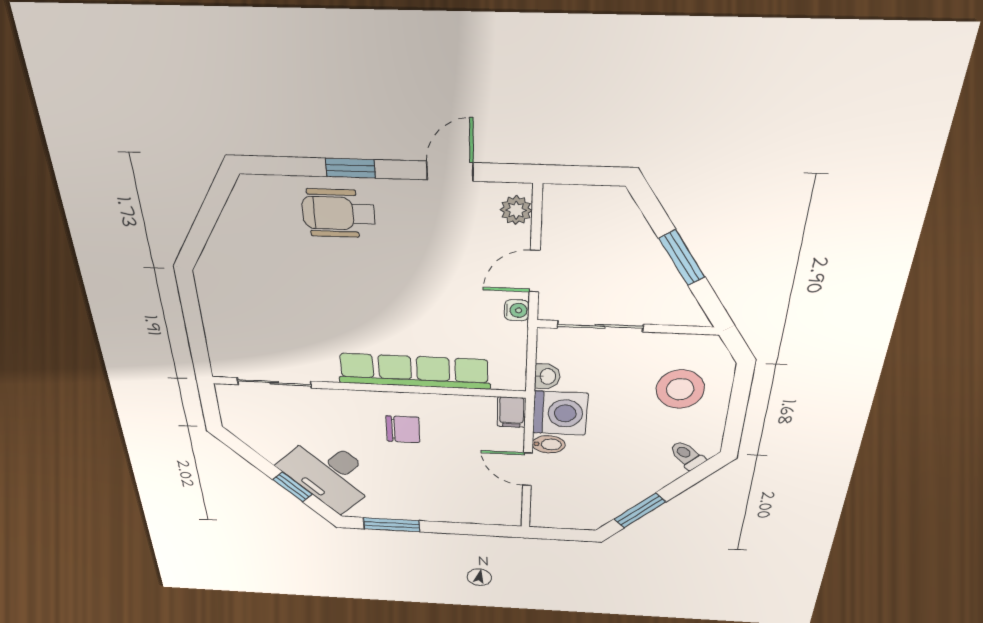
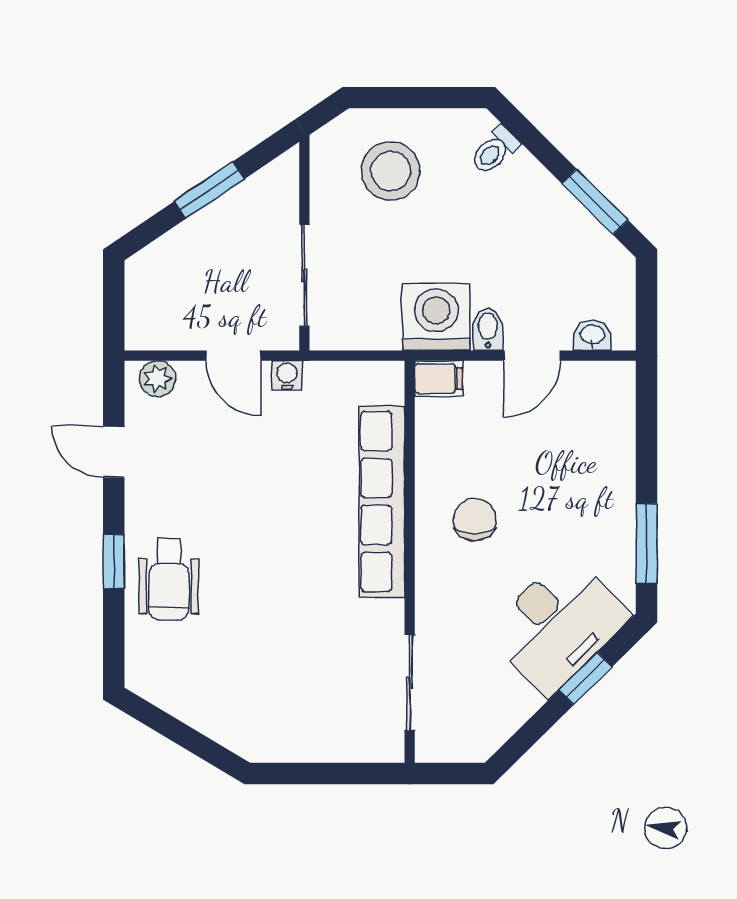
washbasin: (547, 376) -> (592, 335), moved

